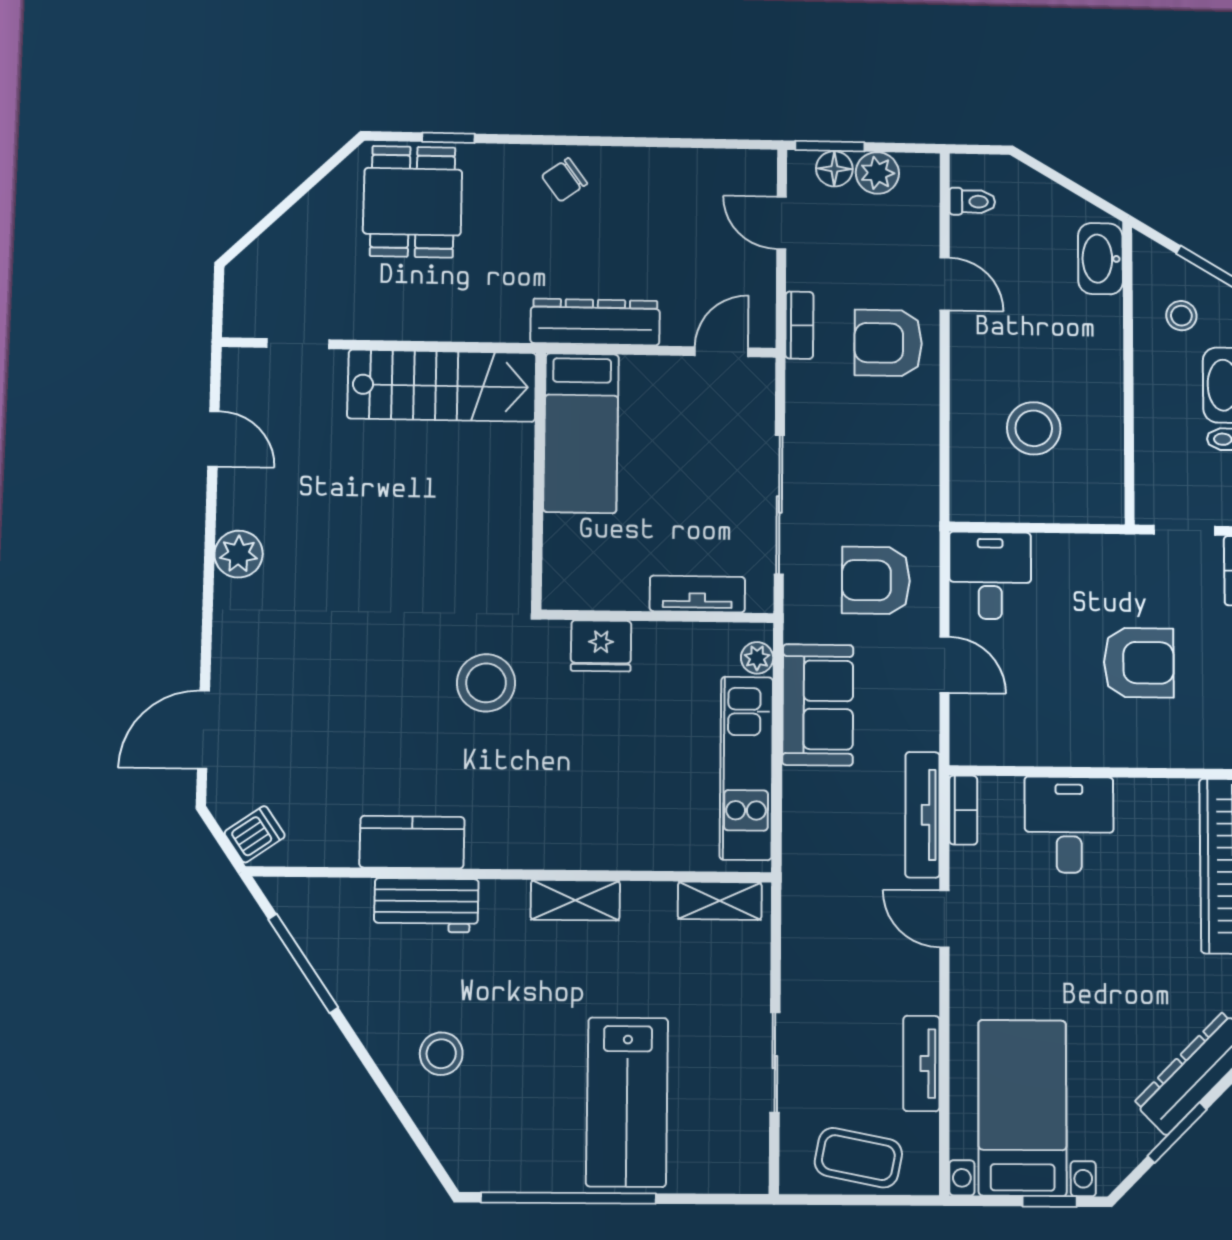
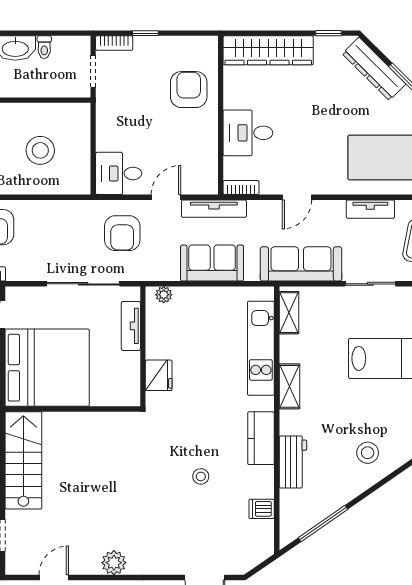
bed: (581, 433) -> (47, 368), width x2.04
armchair: (1139, 663) -> (189, 90), moved
stool: (486, 683) -> (201, 476), moved, width x0.53, depth x0.53
sofa: (818, 705) -> (212, 263), moved
kitchen unit: (746, 768) -> (261, 348), moved, turned 90
tv unit: (922, 815) -> (214, 209), moved
dishwasher: (255, 834) -> (262, 509), moved, turned -55
kitchen counter: (412, 842) -> (261, 438), moved
sofa: (815, 925) -> (301, 264), added

